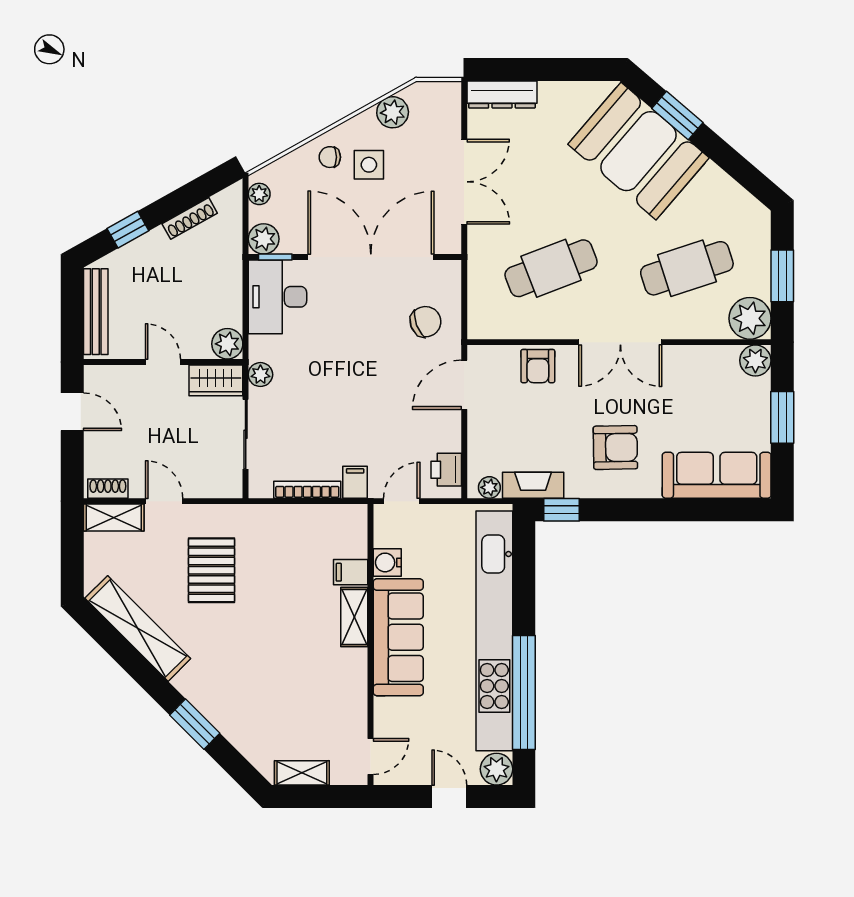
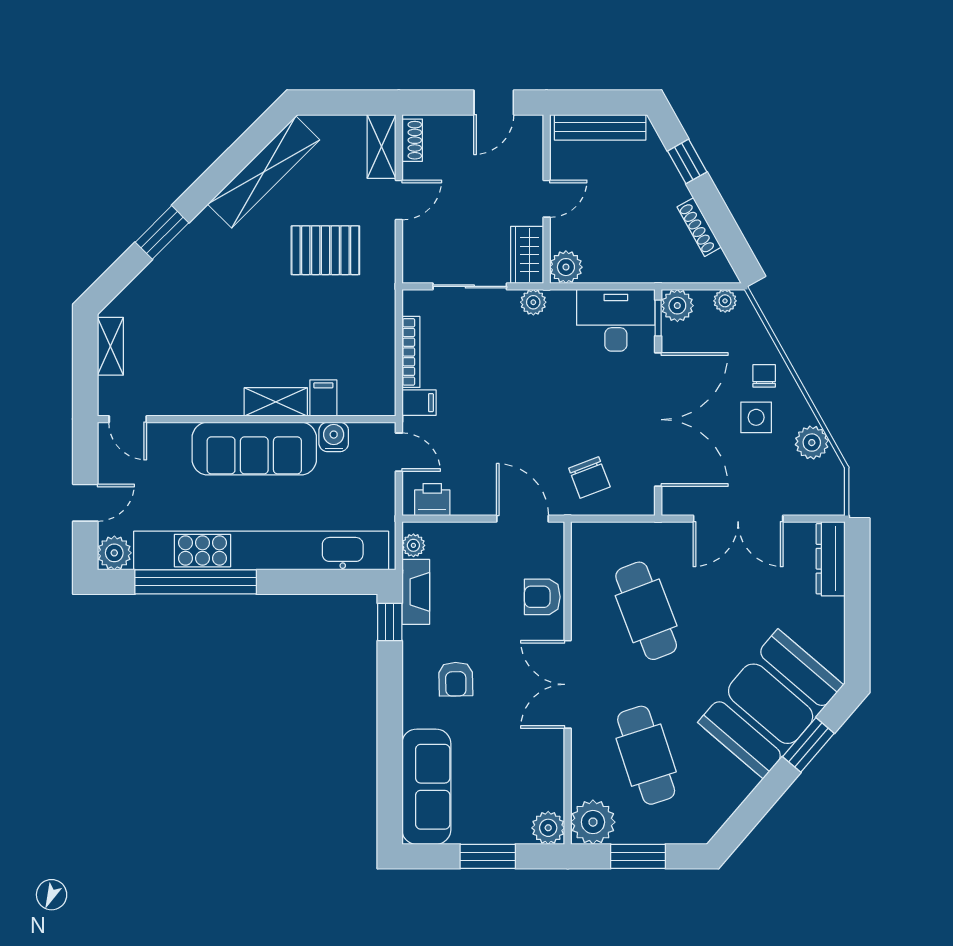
armchair: (615, 448) -> (456, 679), width x0.72, depth x0.72

